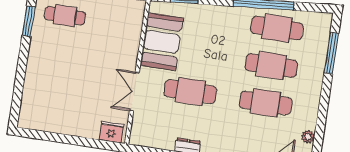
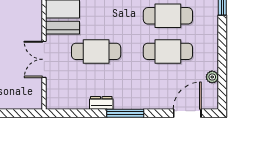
fridge: (111, 132) -> (28, 100), removed

